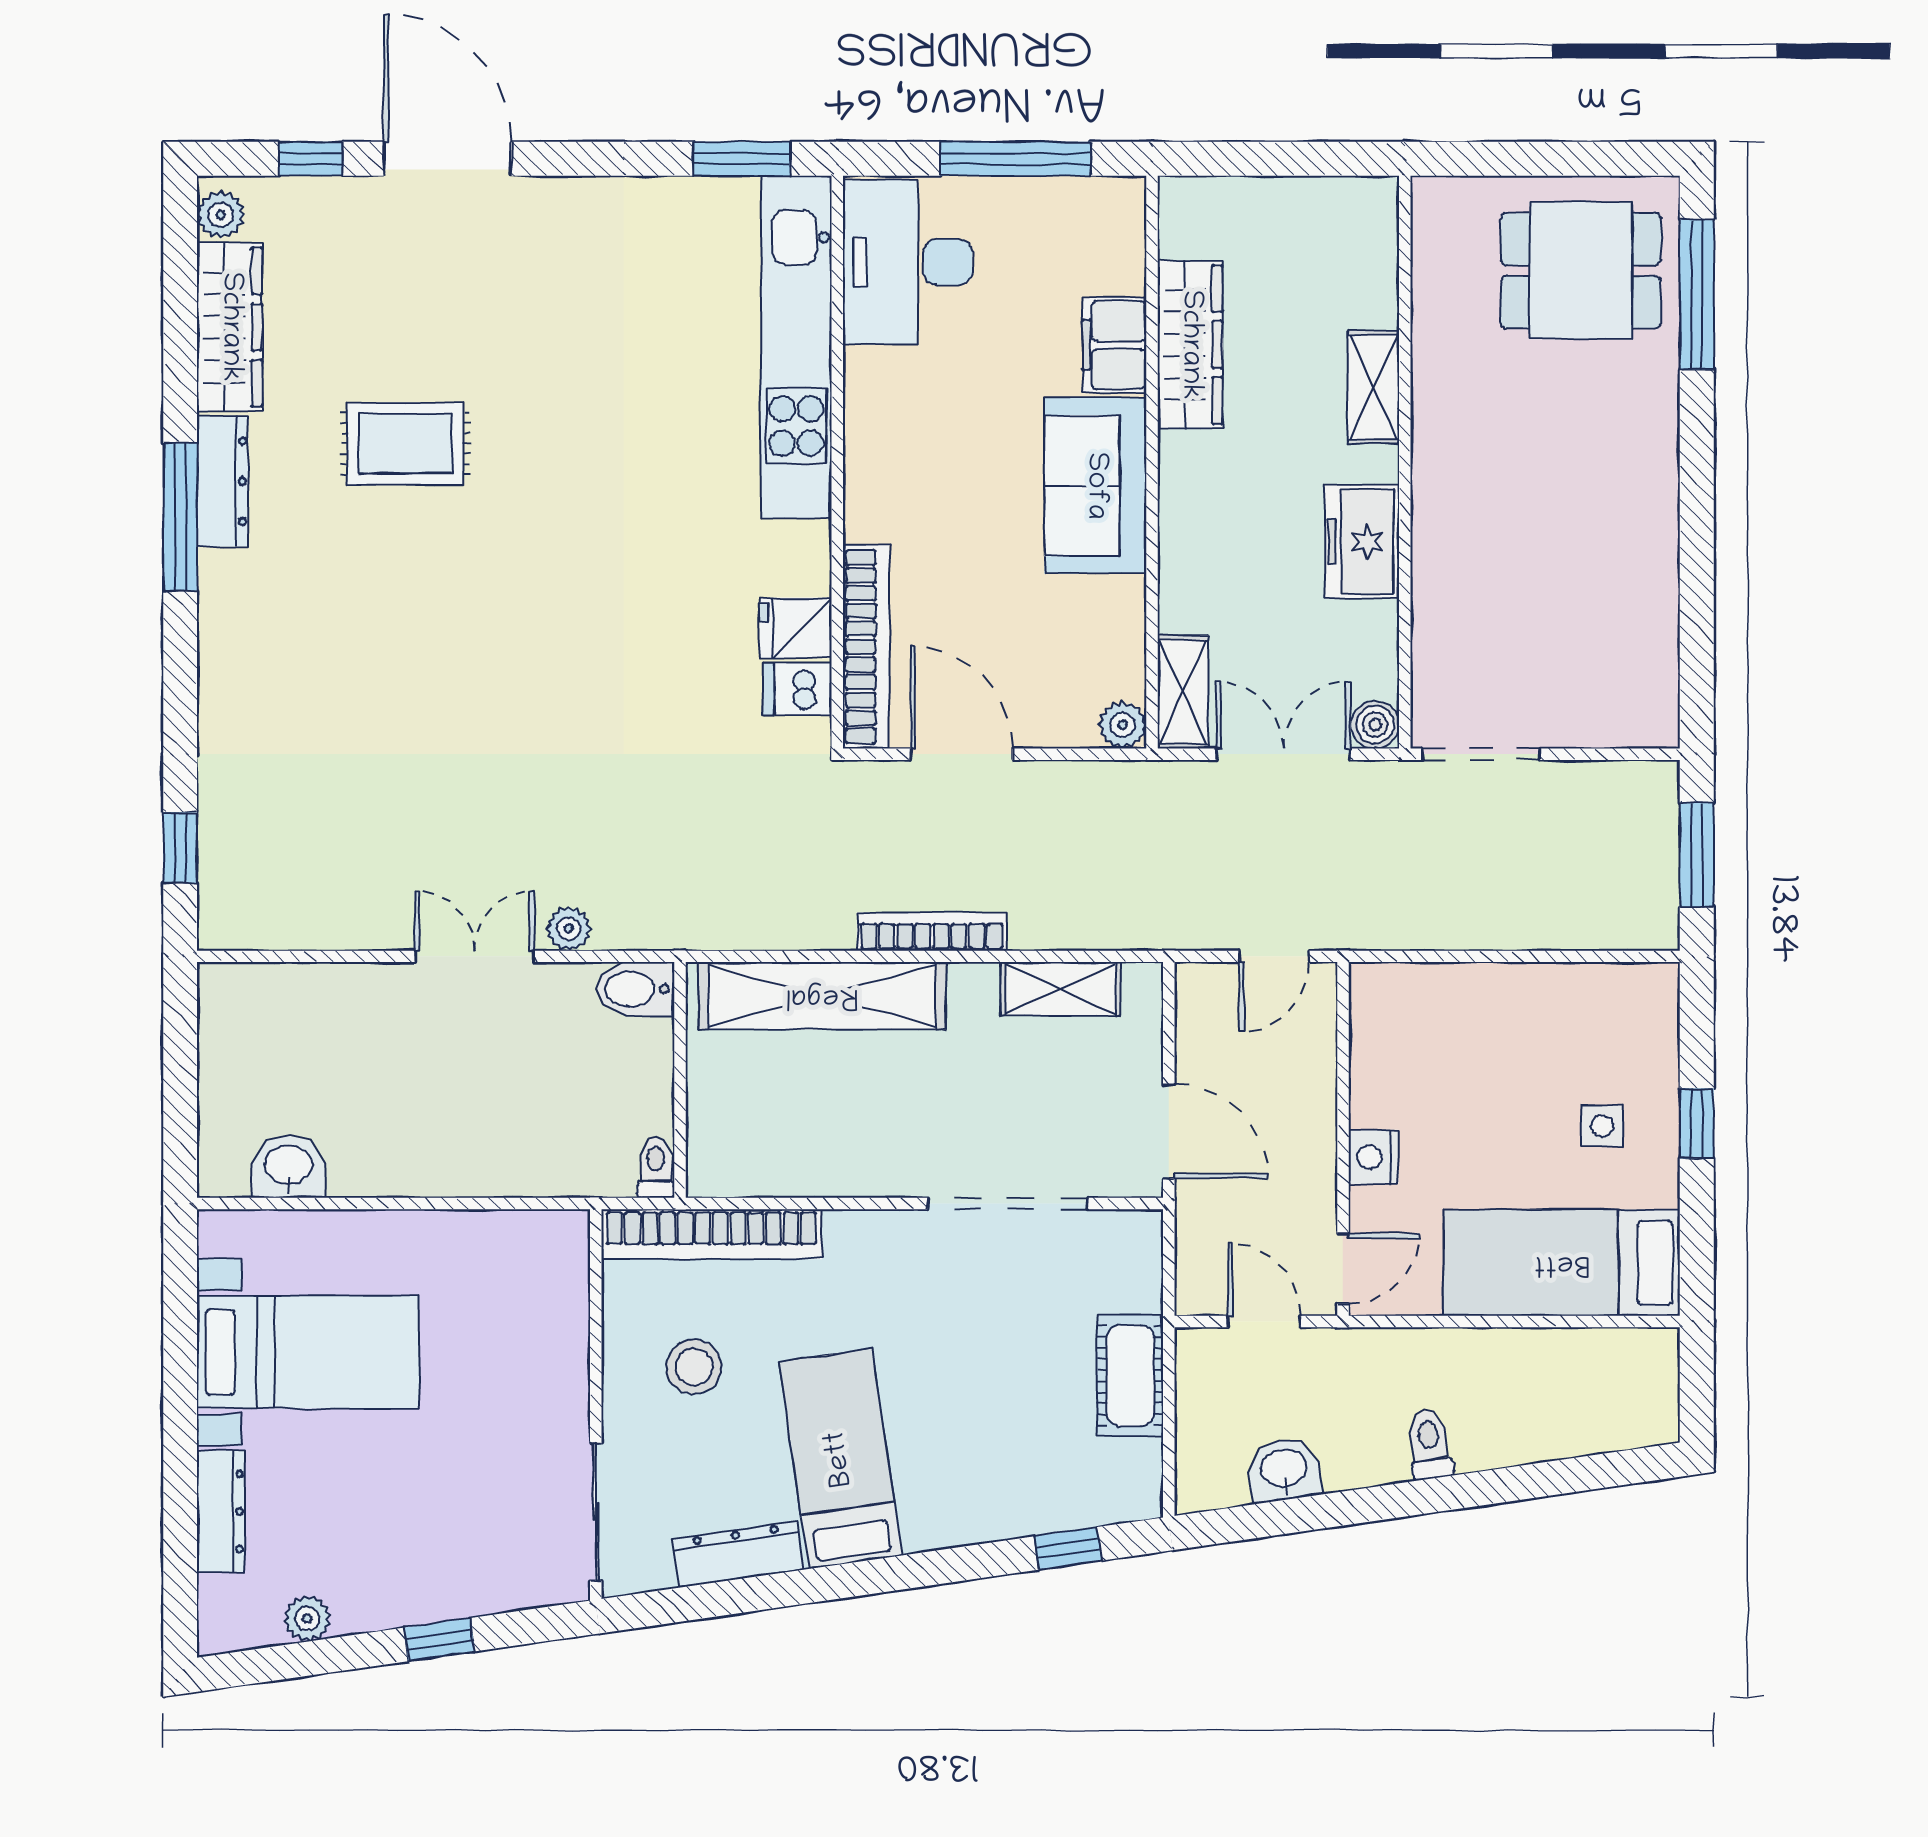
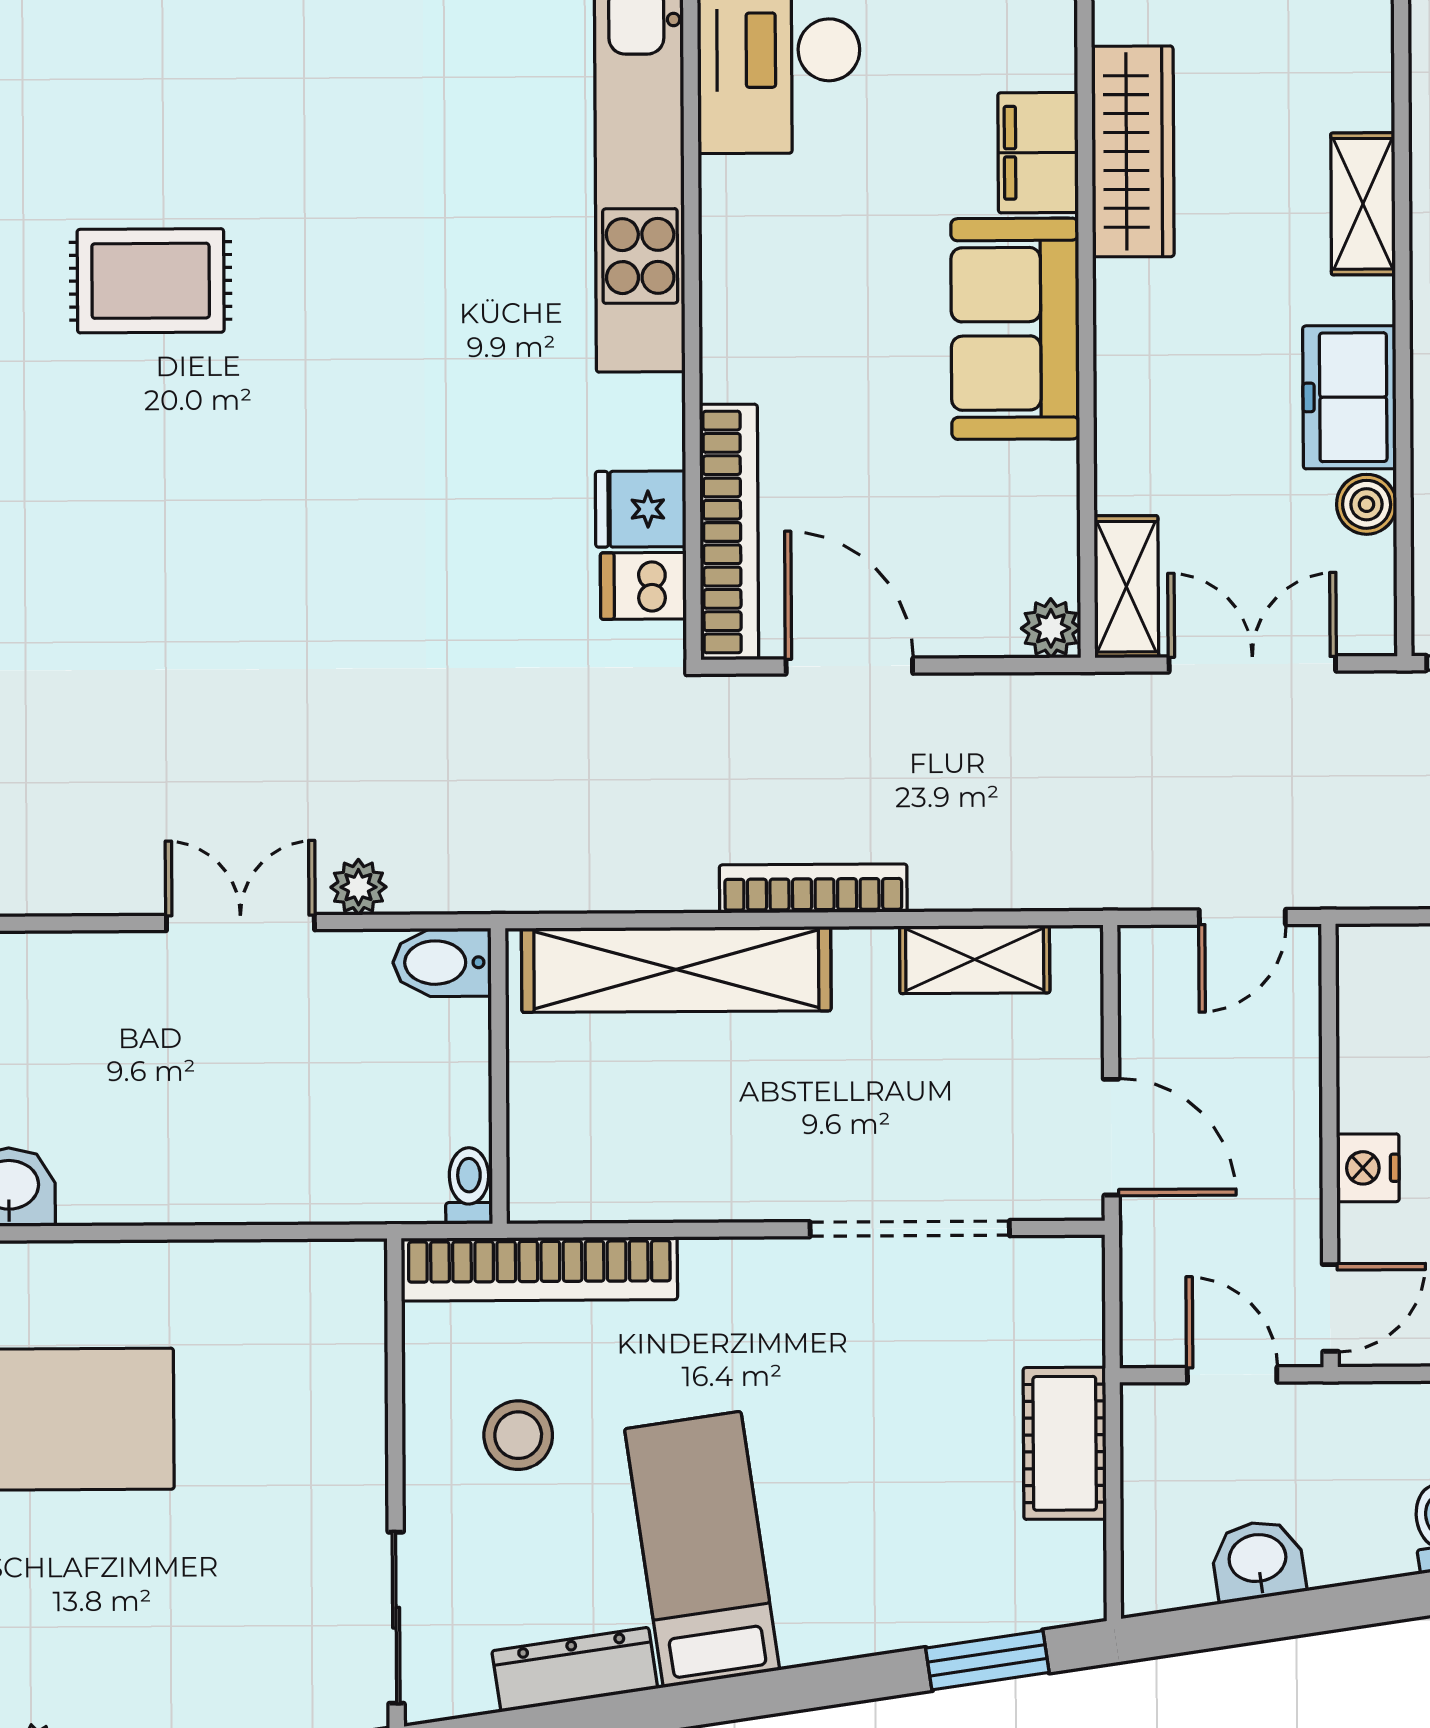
boiler: (1375, 725) -> (1367, 504), moved
window: (1068, 1548) -> (987, 1660), width x1.50

